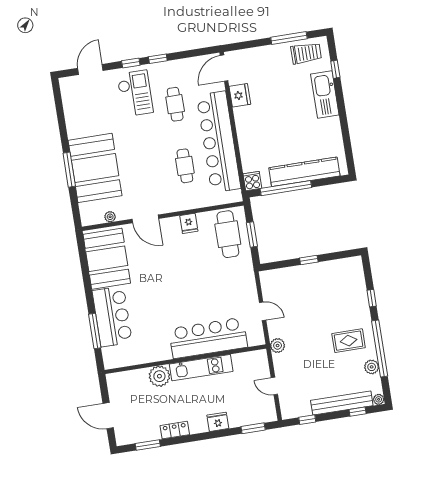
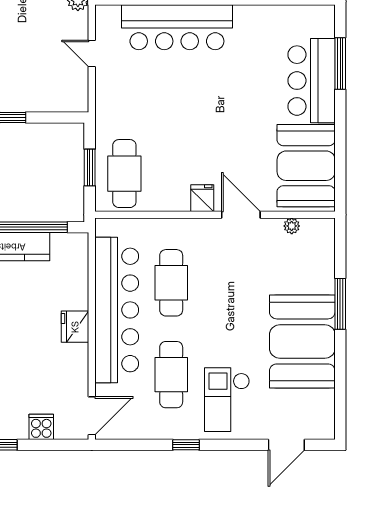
window: (131, 63) -> (226, 445), removed
fridge: (240, 95) -> (75, 327), moved
cafe table: (175, 104) -> (171, 375), width x1.37, depth x1.35
cafe table: (185, 166) -> (171, 283), width x1.37, depth x1.35
booth: (95, 168) -> (302, 341), moved
cooker: (252, 181) -> (41, 427), moved, turned 180
fridge: (189, 223) -> (202, 198), moved

